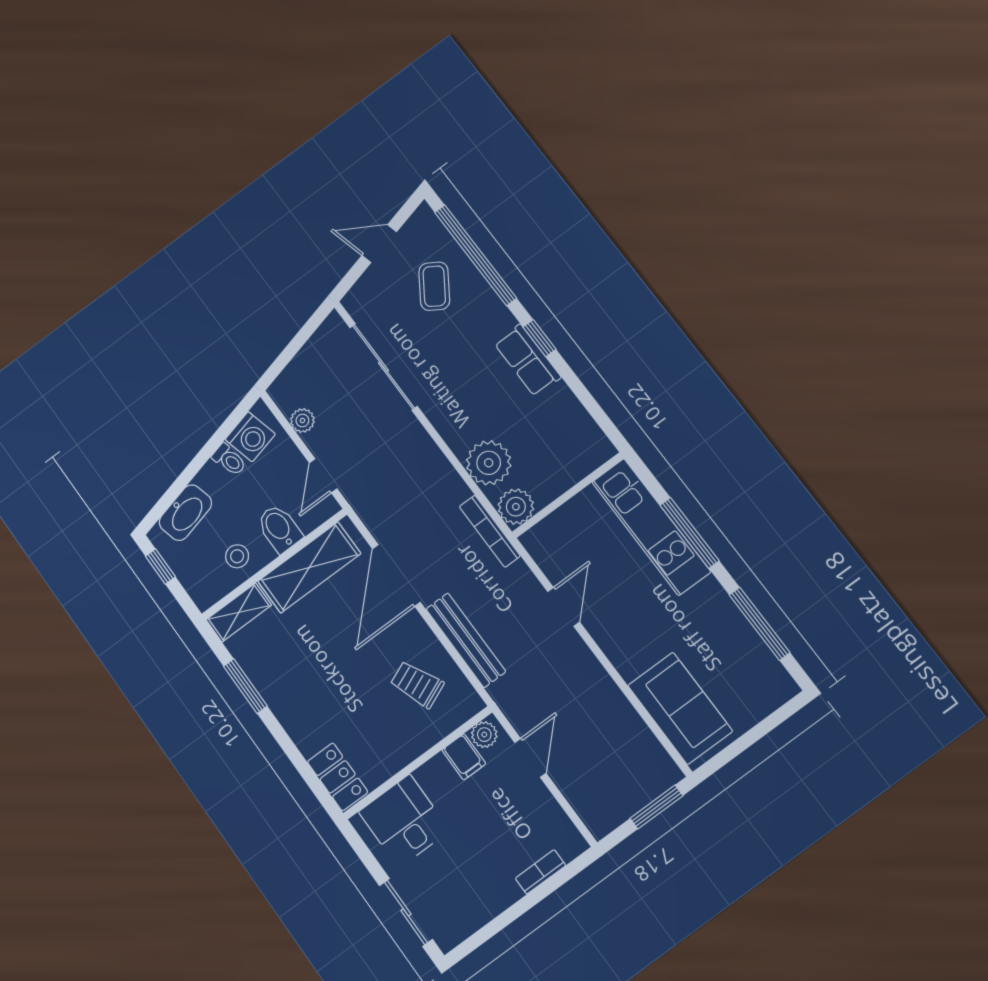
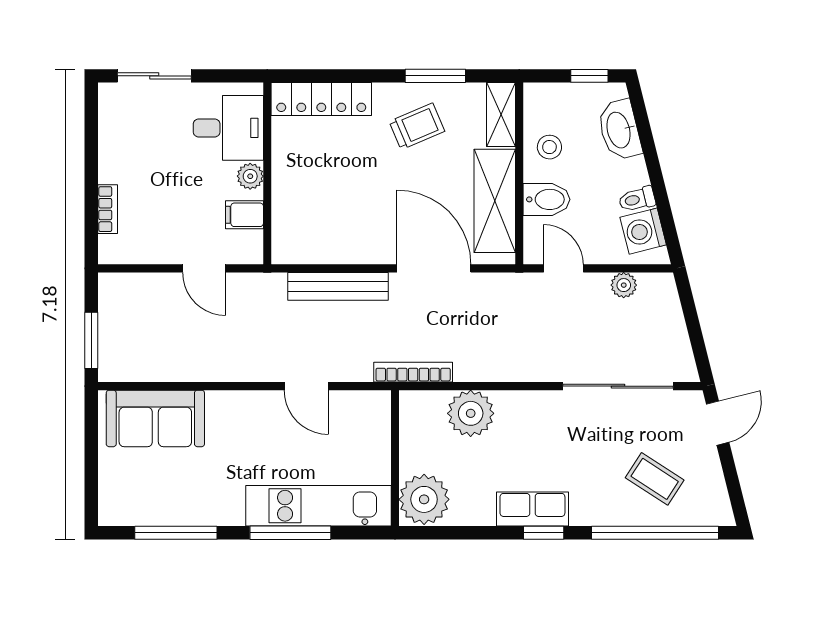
door: (379, 244) -> (718, 423), moved
plant: (516, 507) -> (424, 499), moved, width x1.36, depth x1.36
trolley: (417, 684) -> (417, 126), moved
plant: (484, 735) -> (250, 176), moved
locker: (338, 777) -> (321, 99), width x1.53

